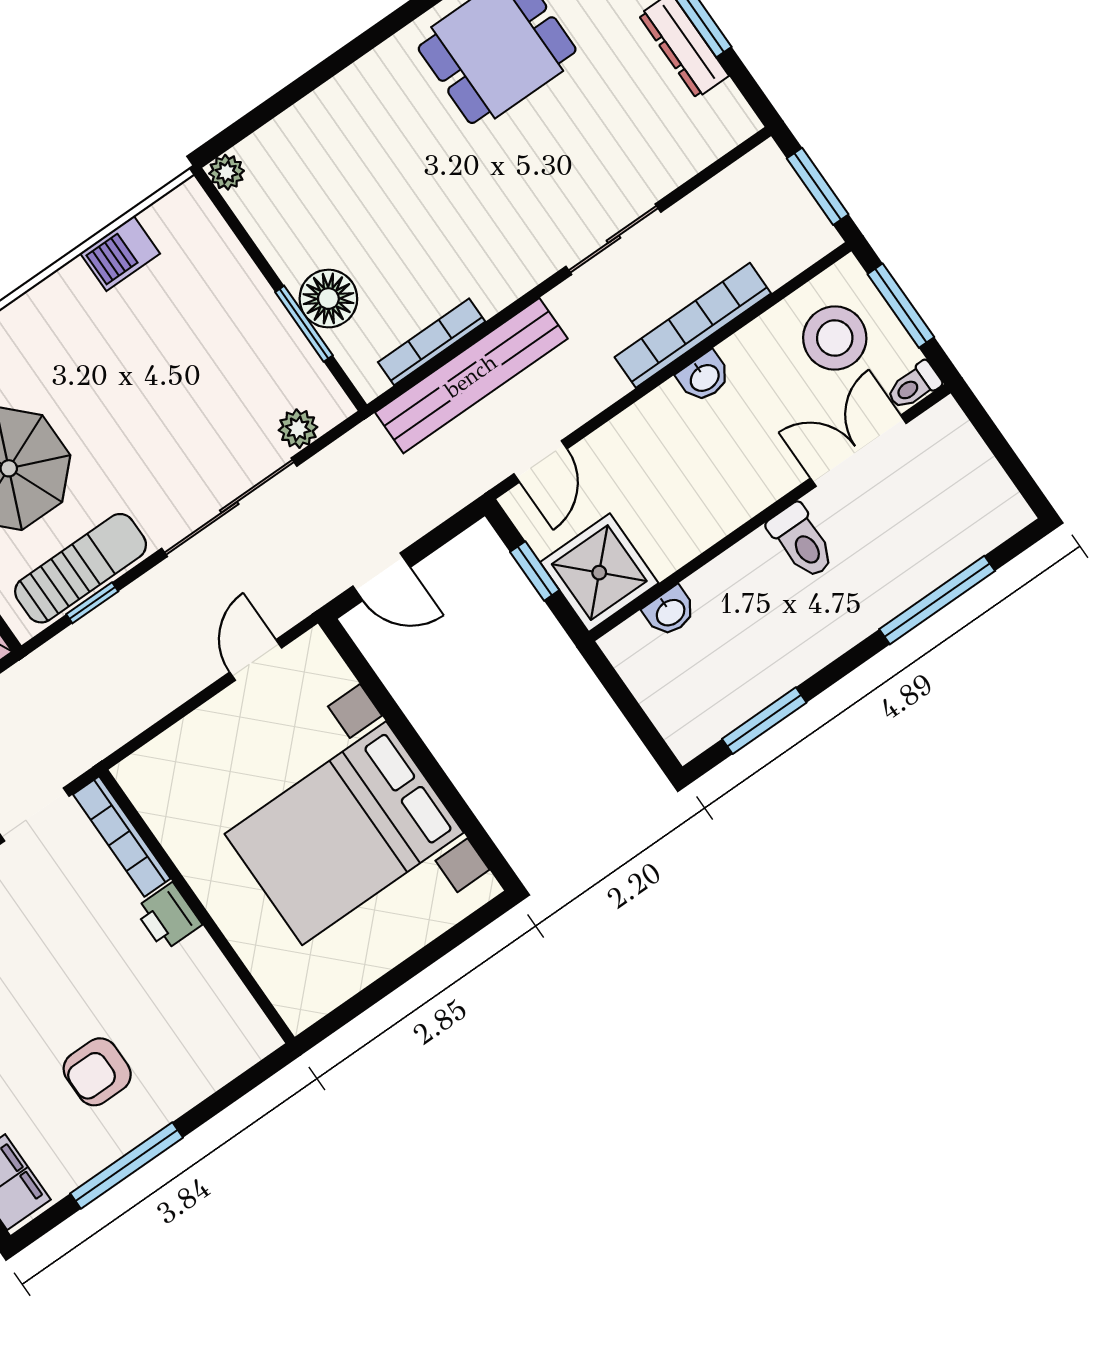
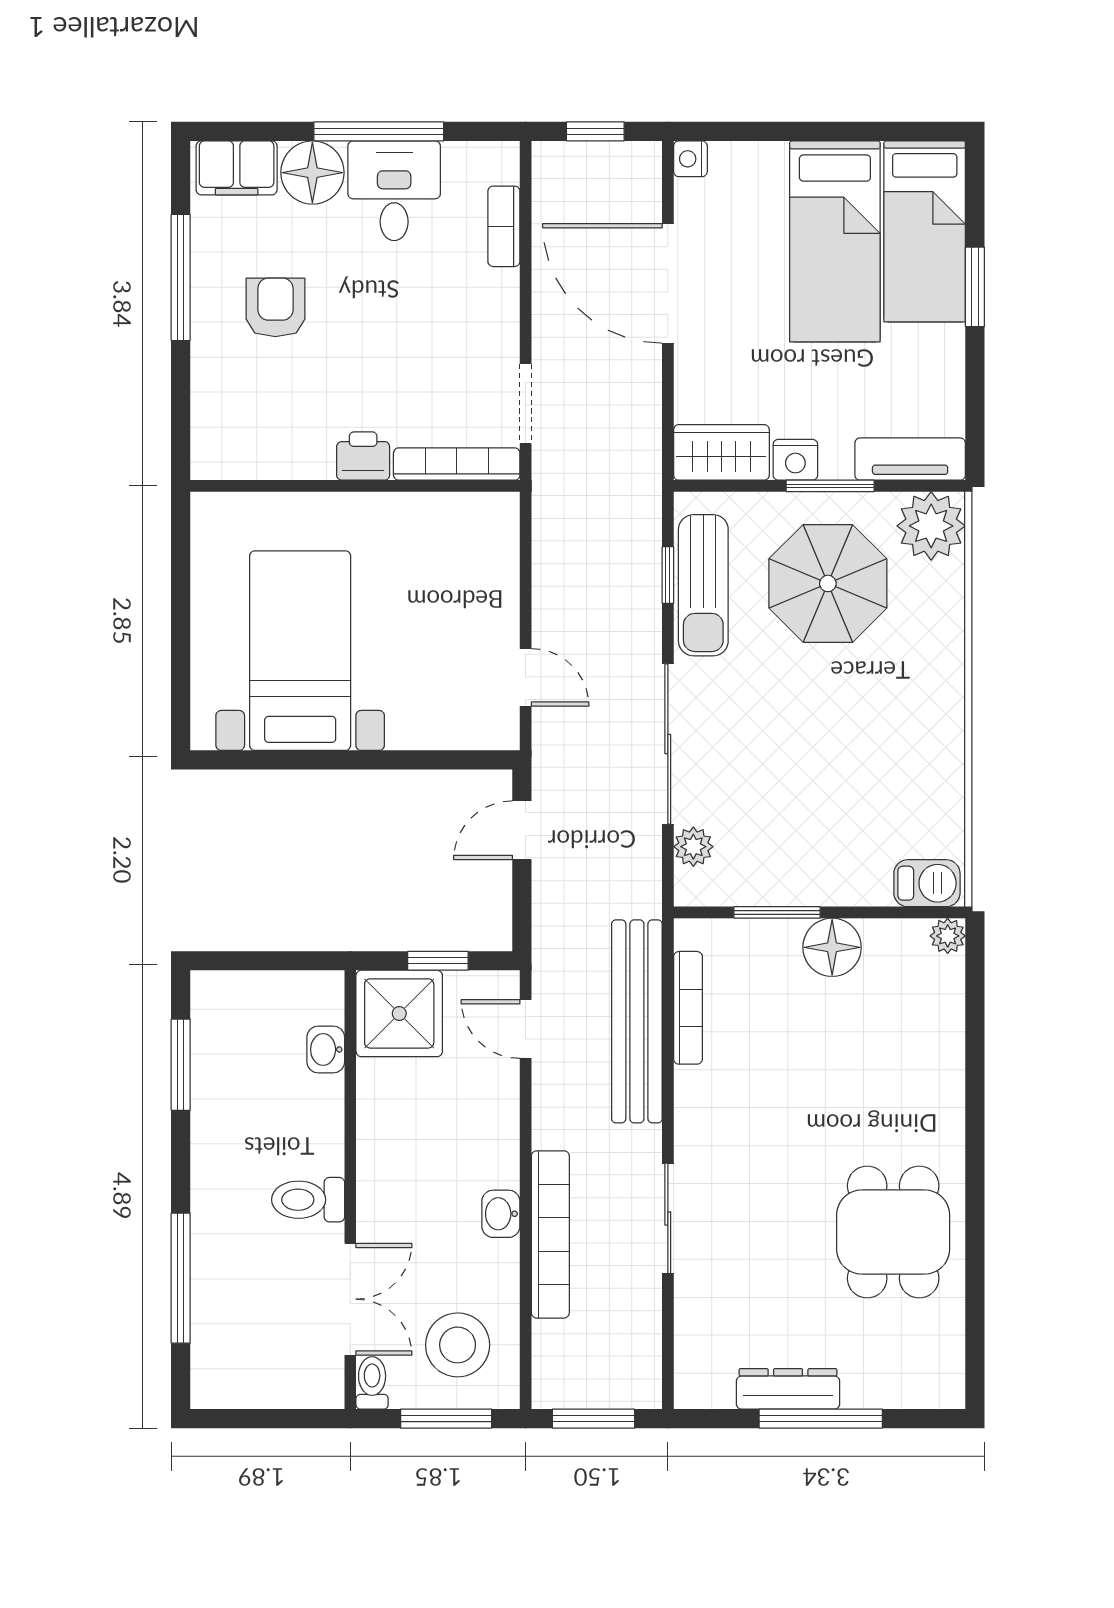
barbecue: (120, 253) -> (927, 883), moved, turned 90
floor lamp: (328, 299) -> (832, 947), moved
bed with nightstands: (344, 833) -> (300, 651), width x0.73

